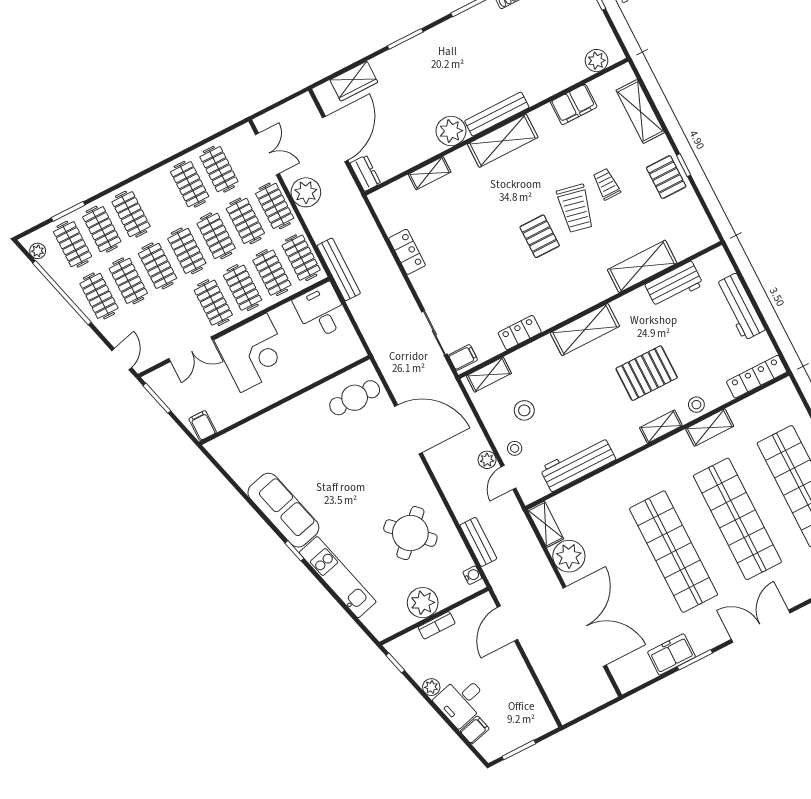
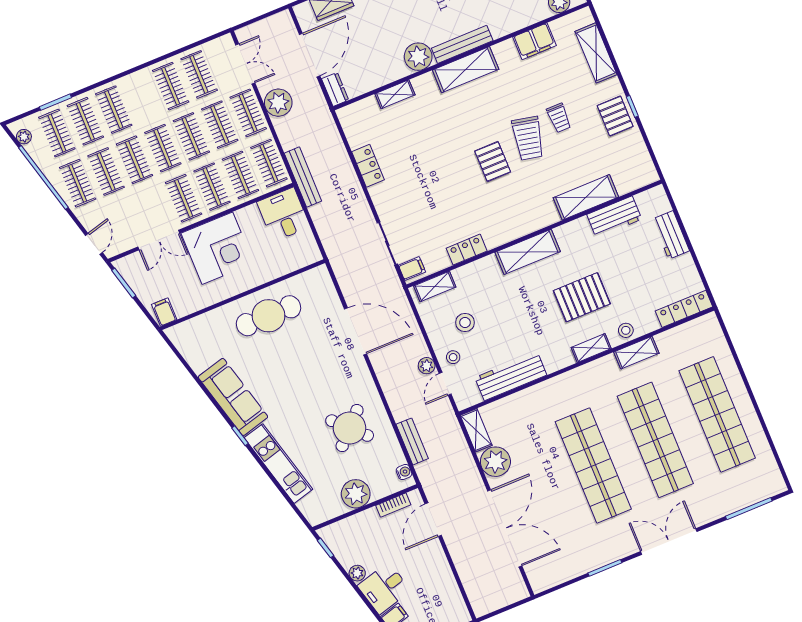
trolley: (607, 184) -> (559, 118), turned 180
workbench: (740, 307) -> (671, 235), width x0.73
cafe table: (355, 398) -> (269, 316), moved, width x1.37, depth x1.35
bookcase: (437, 625) -> (393, 505), moved
freezer: (671, 654) -> (583, 561), removed

